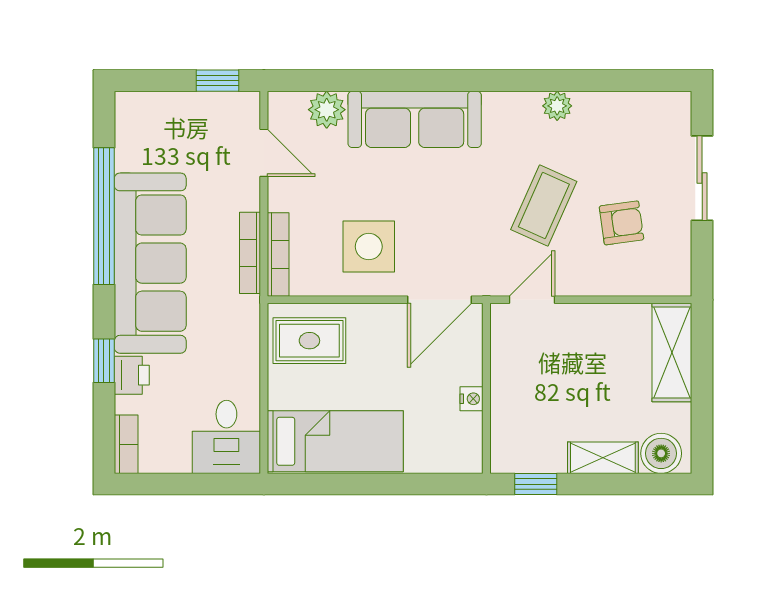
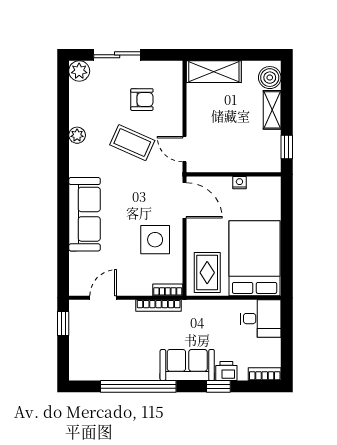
plant: (327, 110) -> (79, 71), moved
armchair: (621, 223) -> (142, 100), turned 98
bookcase: (278, 254) -> (168, 290), width x0.64
sofa: (150, 263) -> (187, 365), width x0.54, depth x0.79
bed: (335, 441) -> (255, 258), width x1.50

